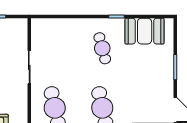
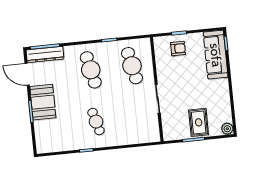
booth: (145, 31) -> (43, 102), moved, turned 90

